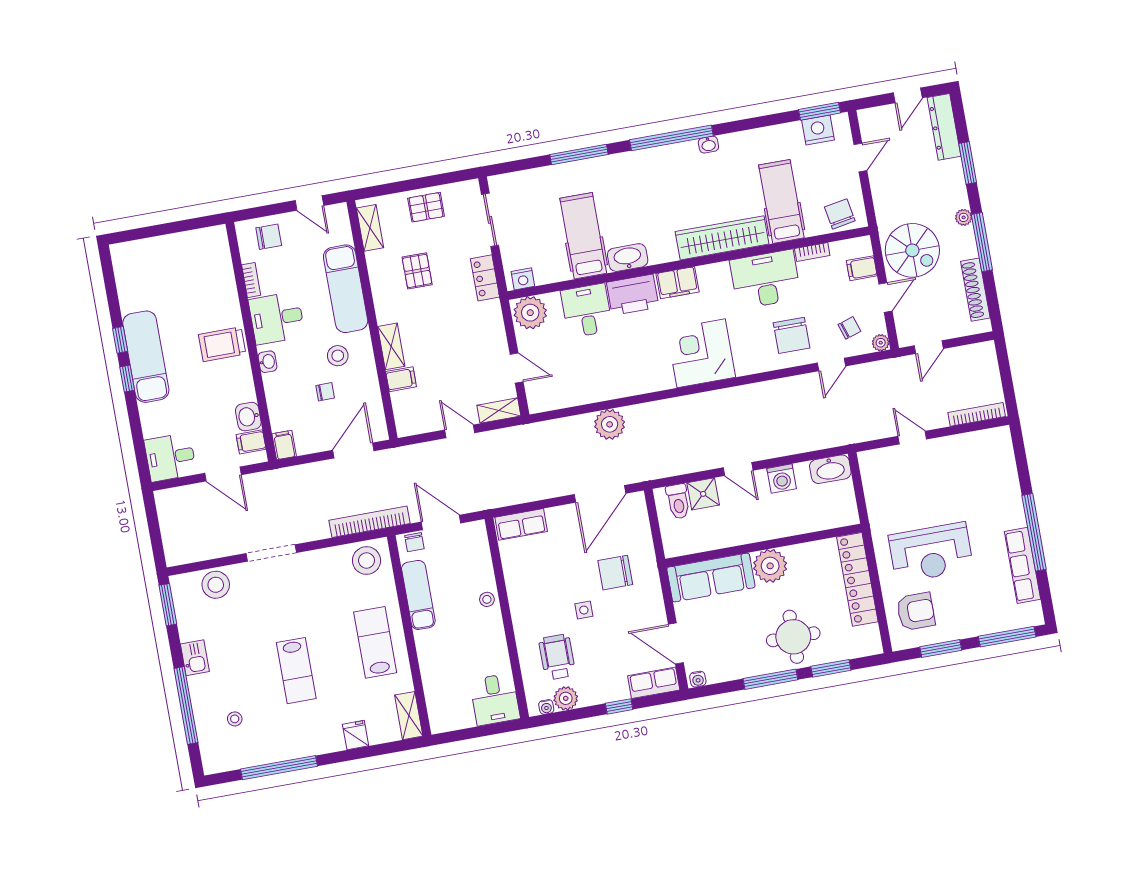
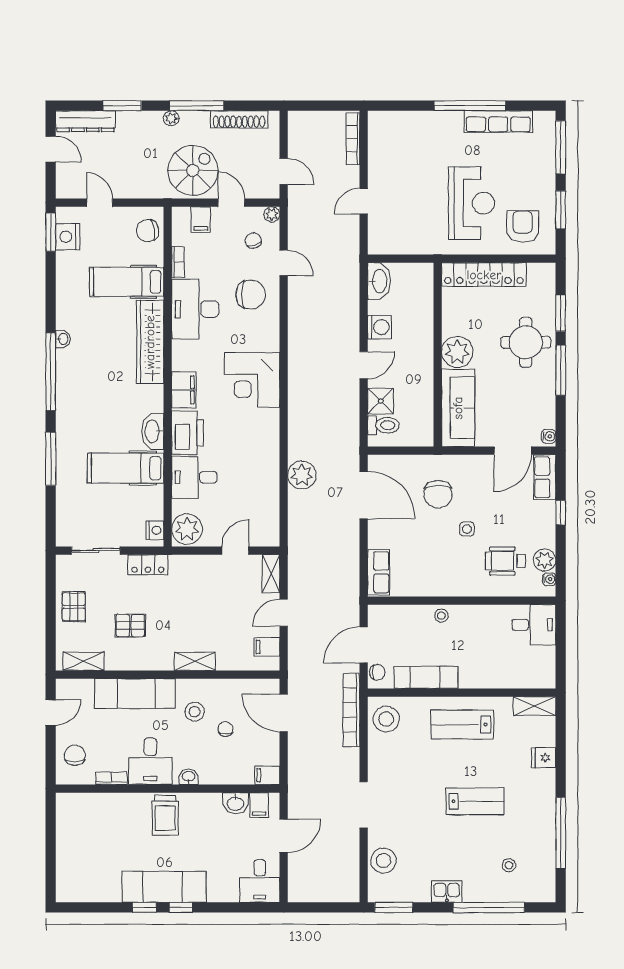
filing cabinet: (401, 379) -> (267, 647), moved, turned -90

